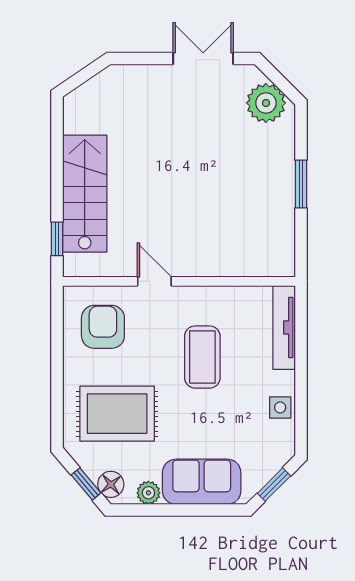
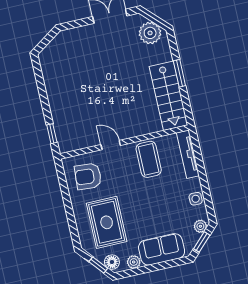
stairs: (85, 194) -> (168, 96), moved, turned 180
armchair: (103, 327) -> (88, 176), turned -86
coffee table: (202, 357) -> (149, 159), moved
rug: (117, 414) -> (107, 222), turned 90
plant: (278, 457) -> (200, 226), added

